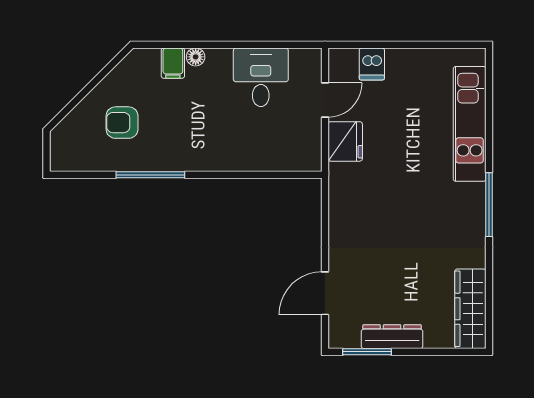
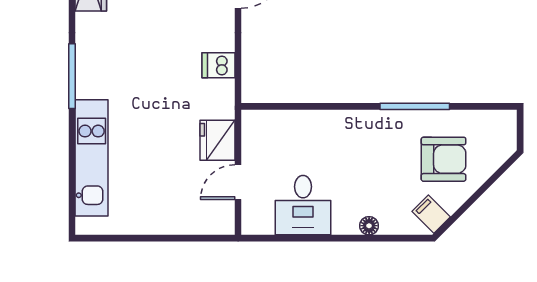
filing cabinet: (173, 63) -> (431, 214), moved, turned -45
dishwasher: (372, 64) -> (219, 65), moved, turned -90
armchair: (122, 123) -> (444, 159), width x1.38, depth x1.38

